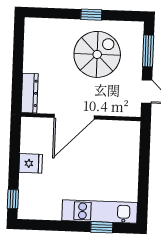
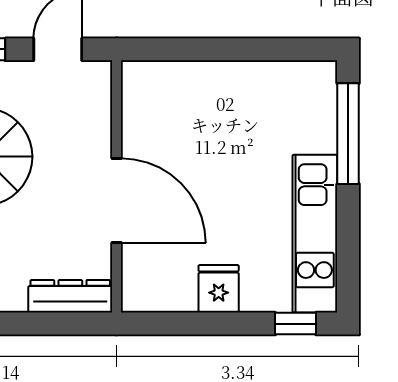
kitchen unit: (100, 212) -> (315, 234), moved
window: (102, 227) -> (348, 134), width x2.17

